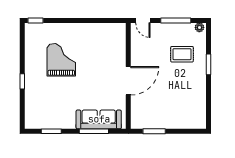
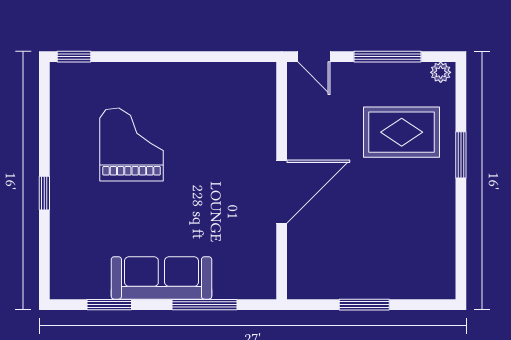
rug: (182, 54) -> (402, 132), width x1.36, depth x1.43
sofa: (99, 119) -> (161, 278), moved
window: (154, 131) -> (364, 305), moved

